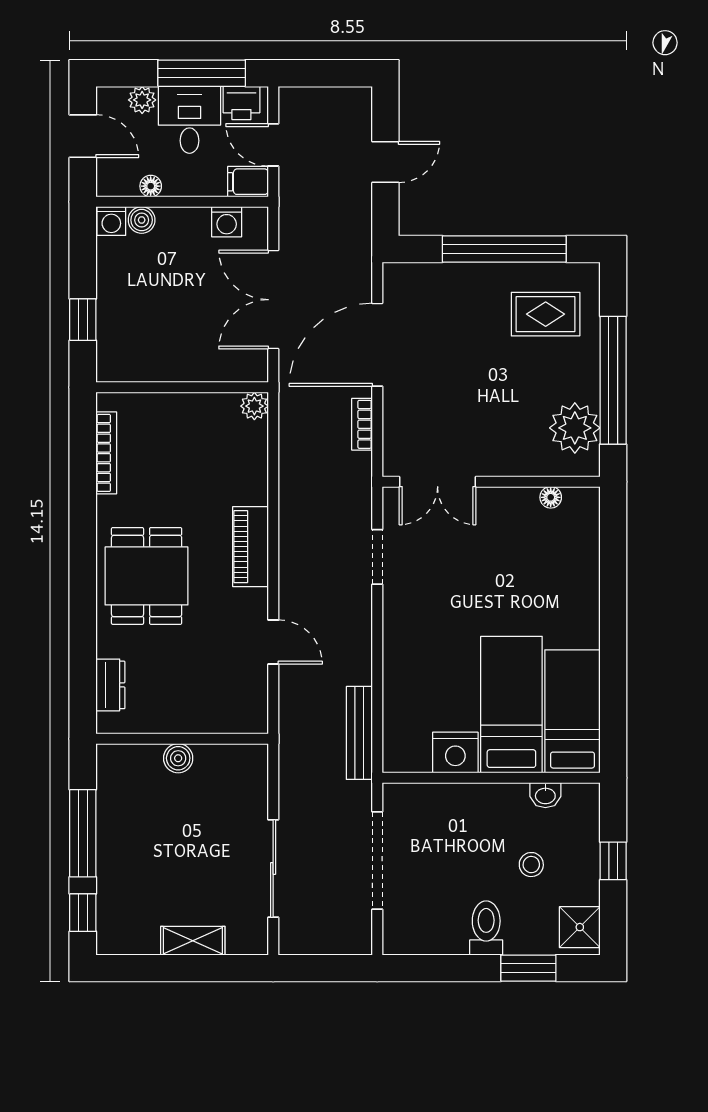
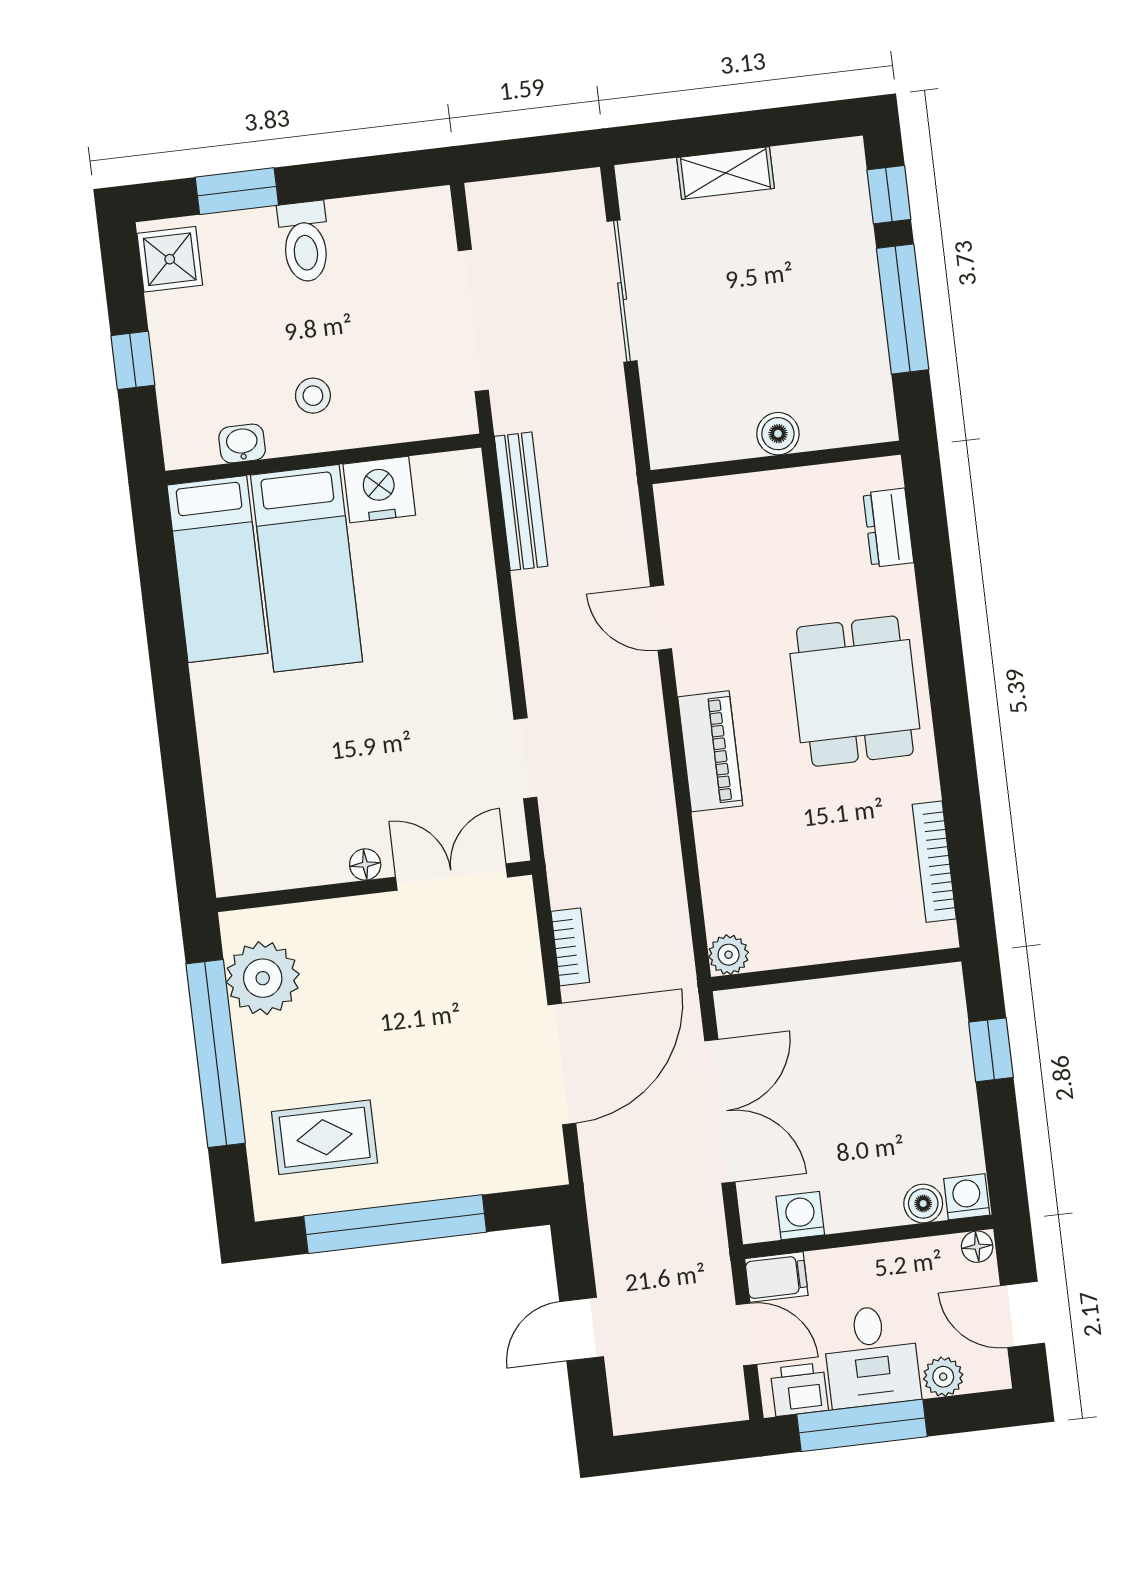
floor lamp: (151, 186) -> (977, 1247), moved
floor lamp: (551, 497) -> (365, 864), moved
stool: (531, 865) -> (313, 396), moved

